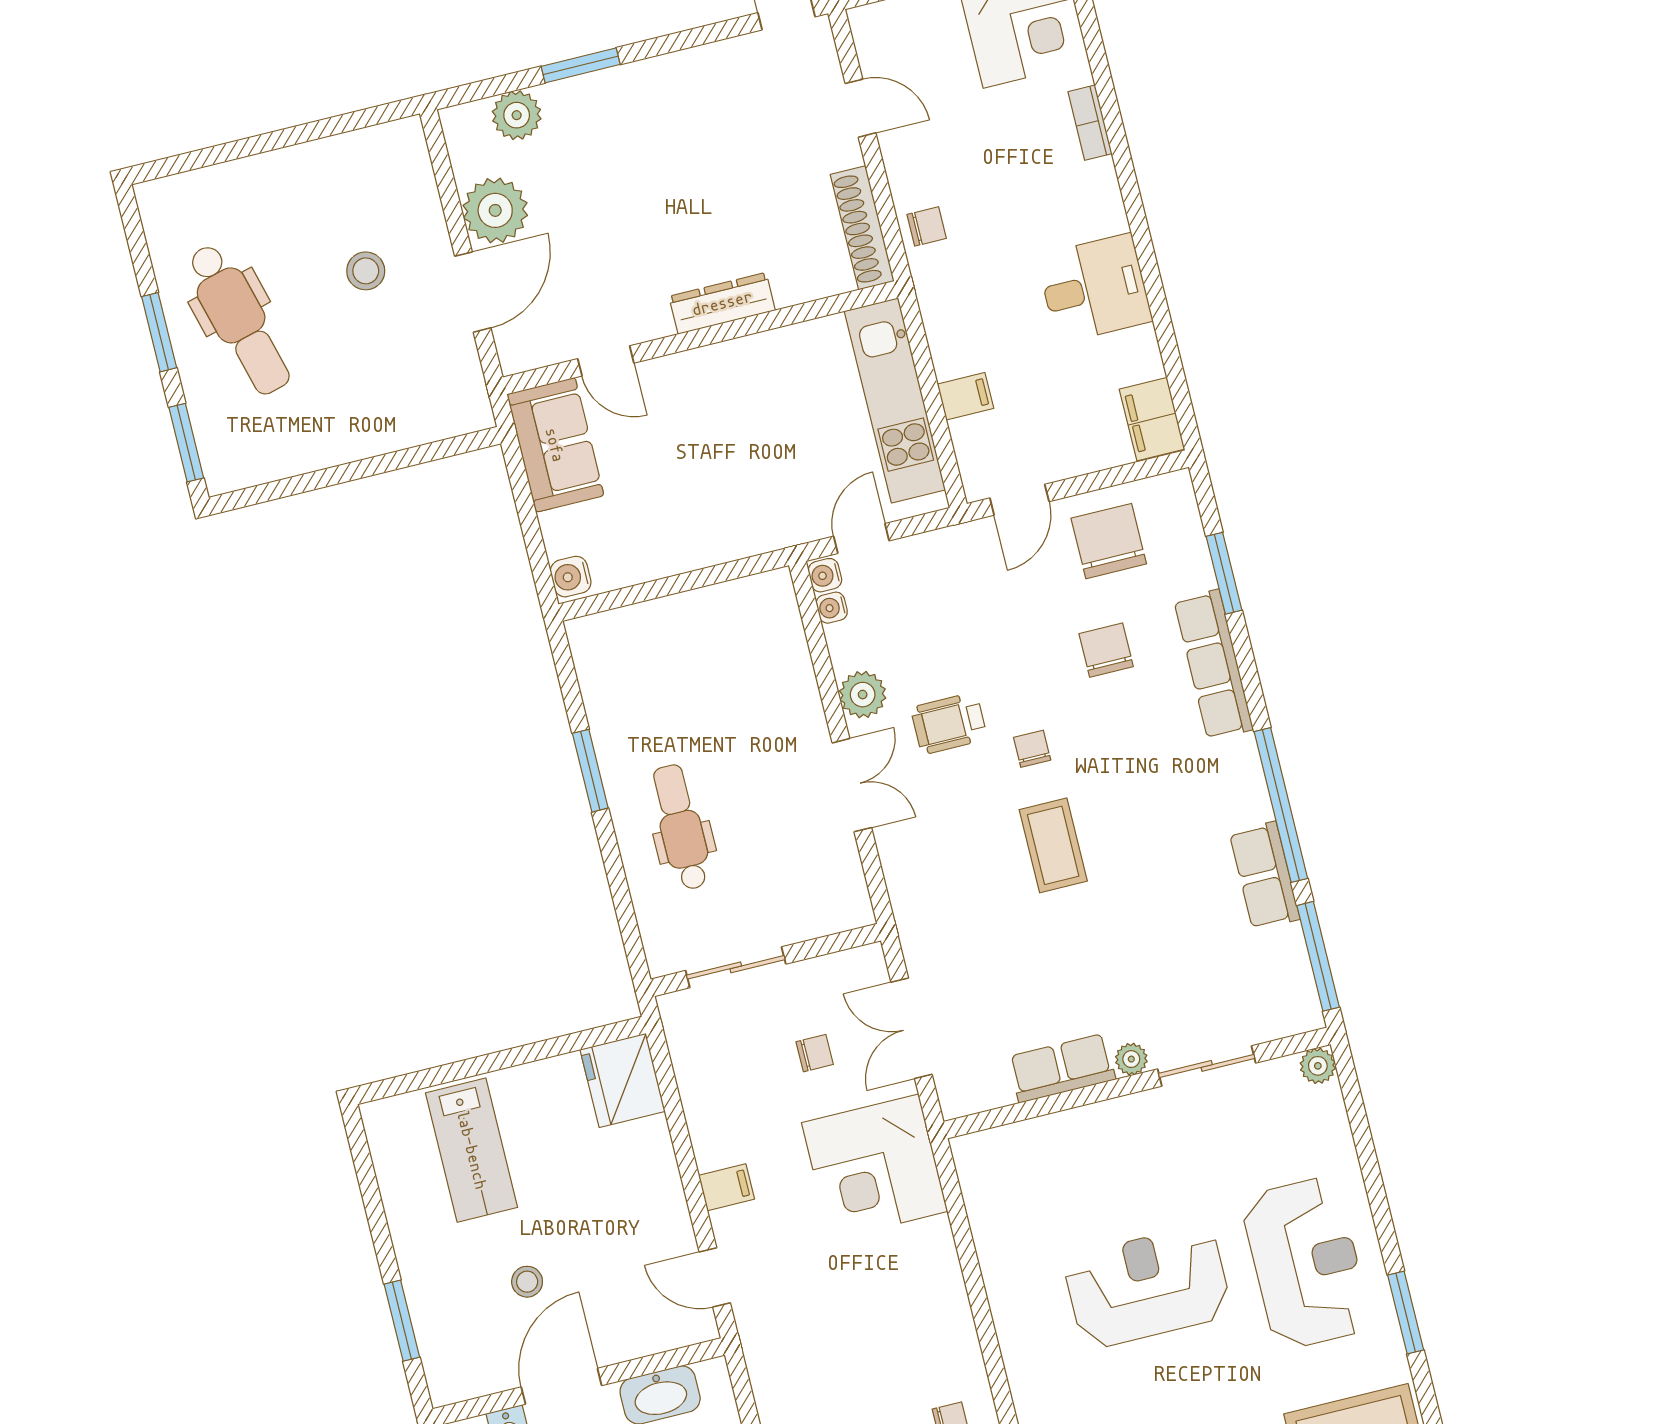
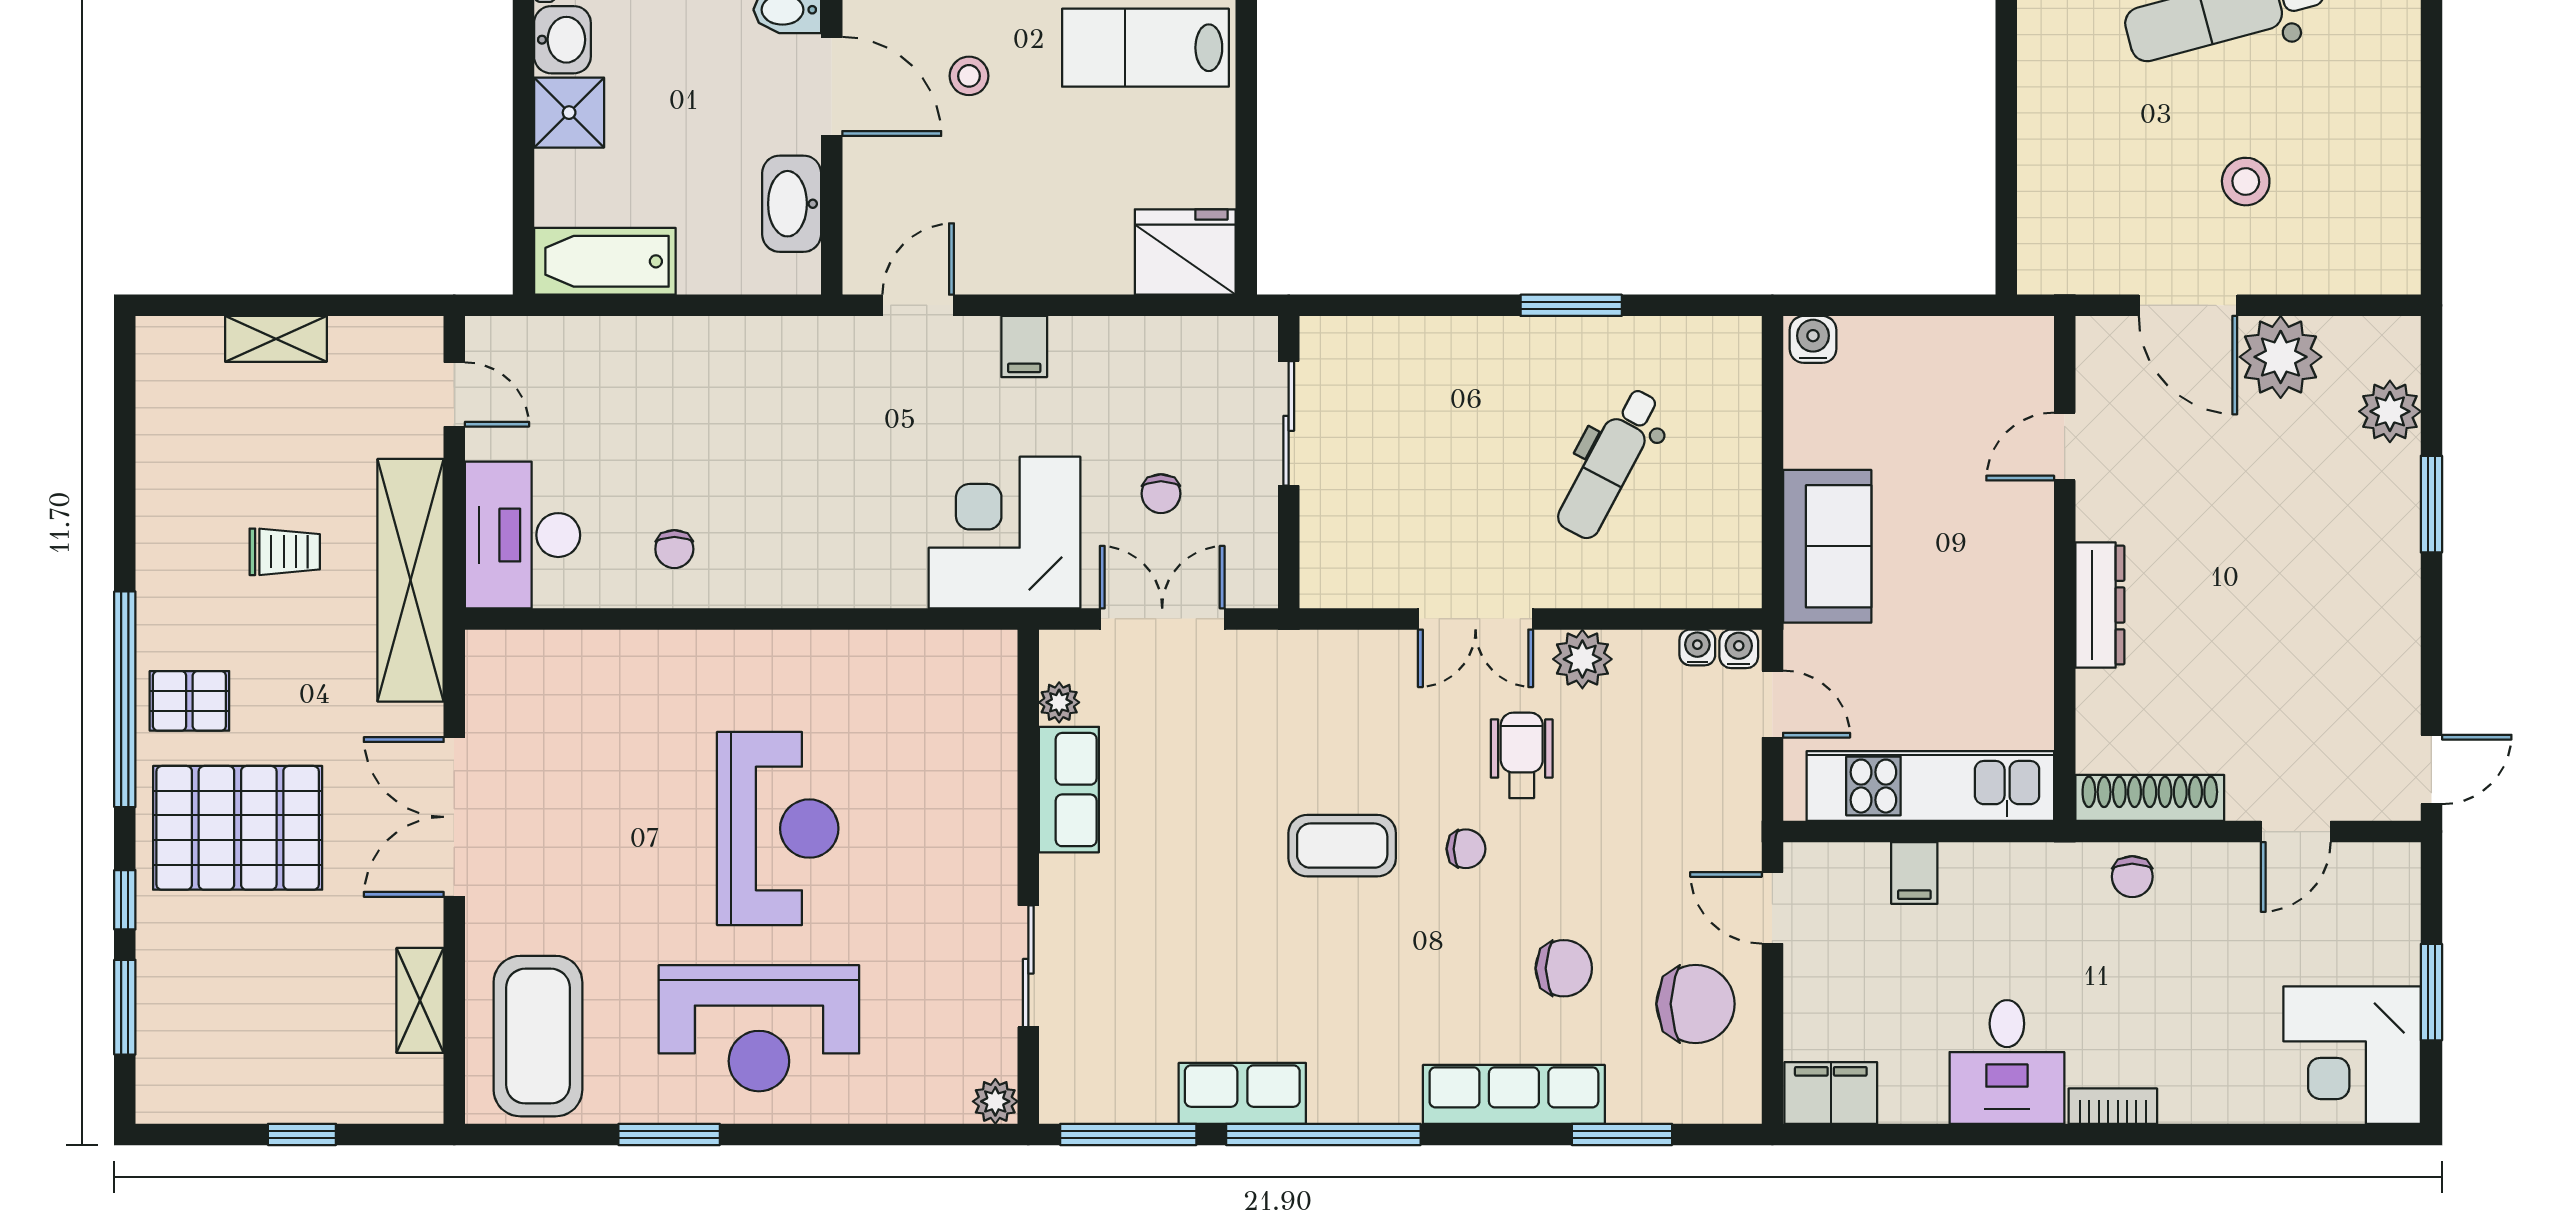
bookcase: (1090, 123) -> (2113, 1106), moved
sofa: (555, 445) -> (1827, 546), moved, turned -90
dental chair: (681, 827) -> (1609, 463), moved, turned 118
plant: (1131, 1059) -> (1059, 702), moved

